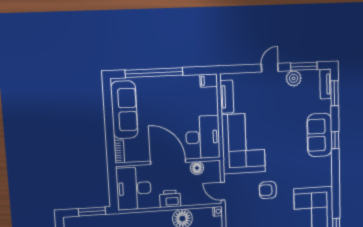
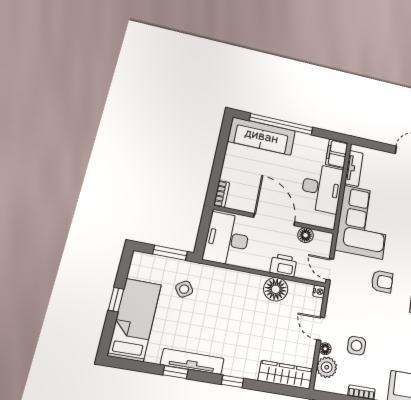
filing cabinet: (209, 81) -> (337, 154), width x2.00
sofa: (124, 110) -> (262, 136), moved, turned 90
desk: (203, 137) -> (322, 188), moved
armchair: (268, 190) -> (382, 282), turned 180
printer: (170, 199) -> (283, 265), moved

